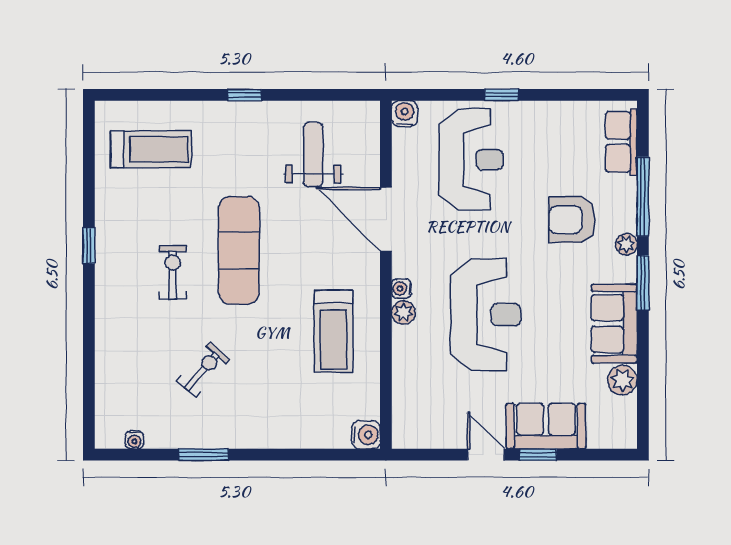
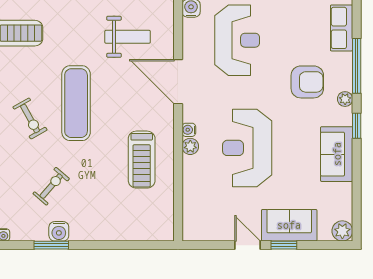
weight bench: (313, 155) -> (128, 37), turned 90
armchair: (572, 220) -> (307, 82), turned 180
exercise bike: (173, 272) -> (30, 118), turned 151
window: (643, 283) -> (357, 126), width x0.67
reception desk: (485, 315) -> (247, 148), turned 180
plant: (622, 380) -> (342, 231), moved
water cooler: (366, 435) -> (59, 231), moved, turned 90

